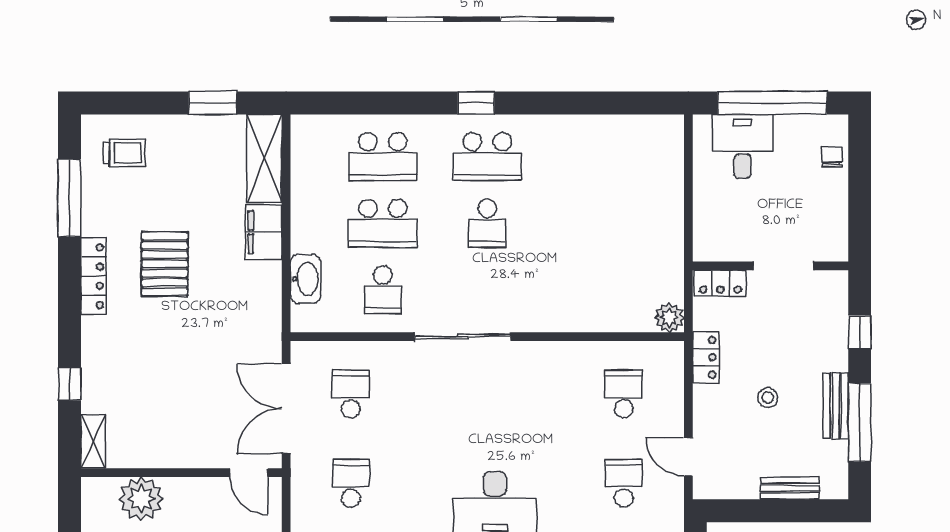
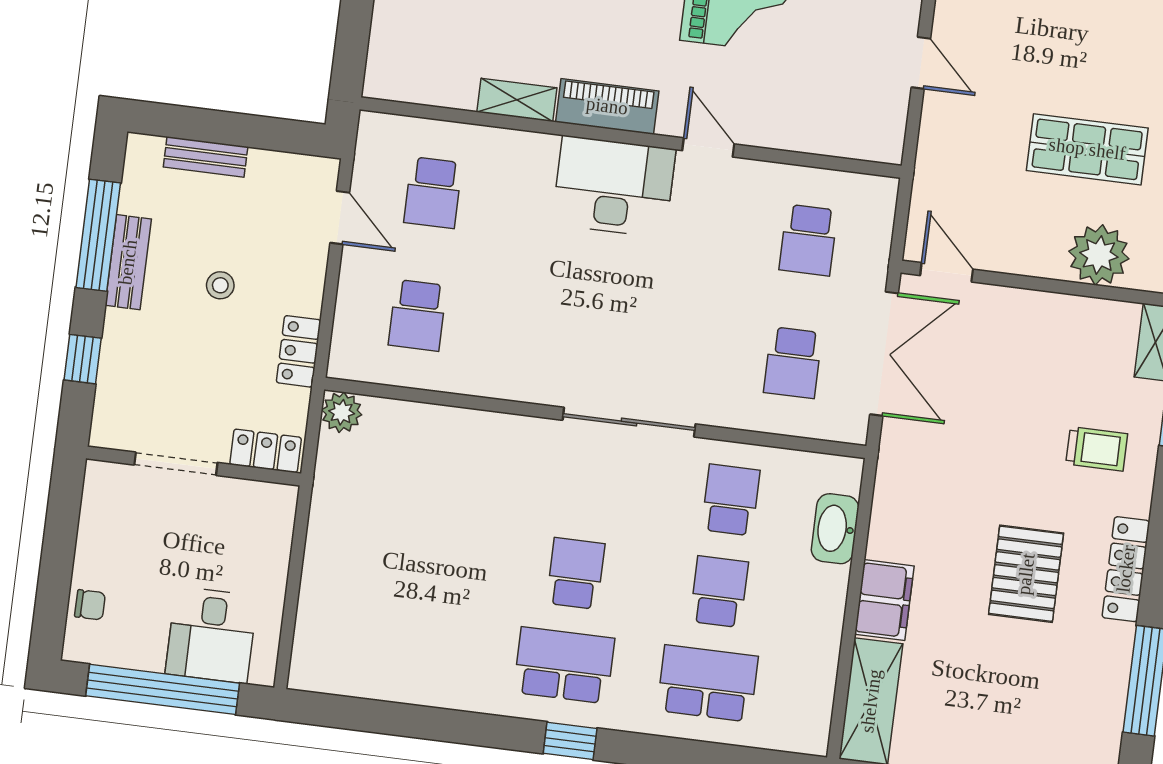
trolley: (125, 153) -> (1097, 449), moved, turned 180
chair: (832, 157) -> (90, 605), turned -90
school desk: (383, 223) -> (719, 592), width x0.54

